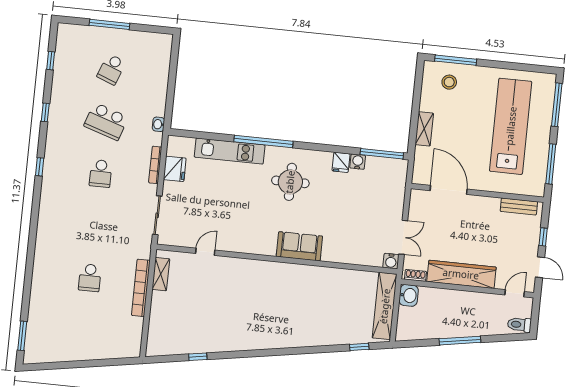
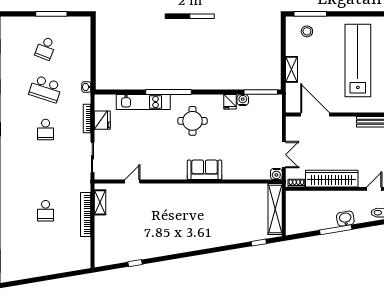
window: (109, 24) -> (51, 14), moved
washbasin: (409, 295) -> (345, 219), moved, turned -99

